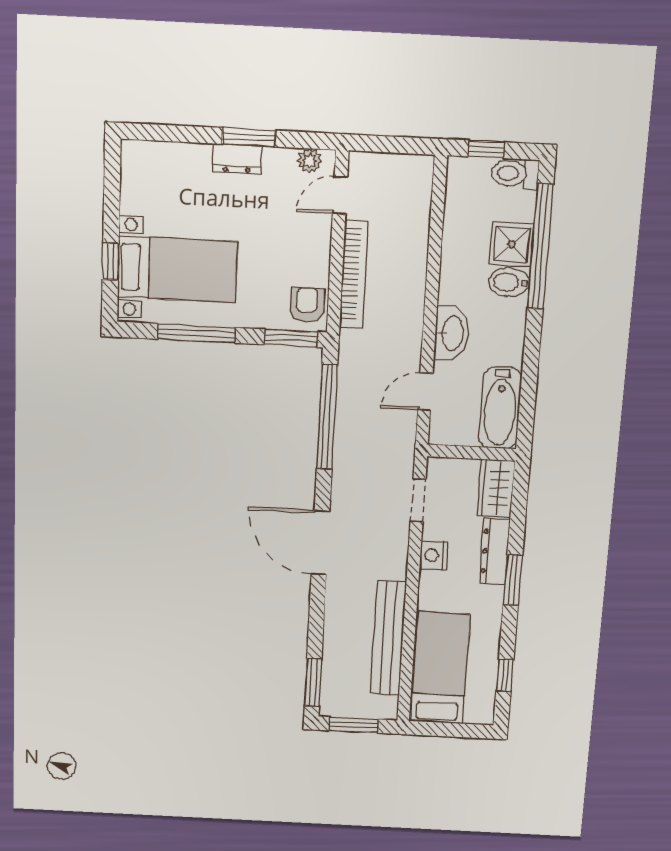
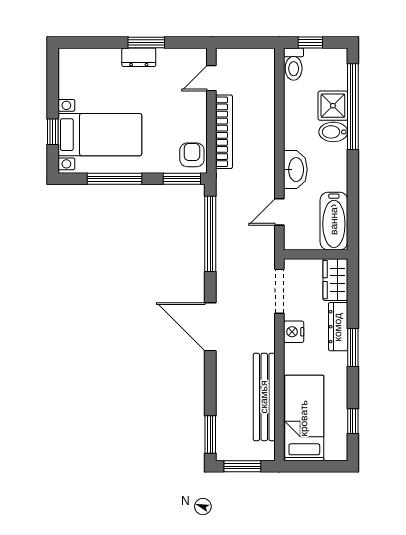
plant: (310, 161) -> (189, 56), removed
toilet: (515, 174) -> (294, 64), moved, turned -90
doorway: (418, 500) -> (279, 291), width x1.38

